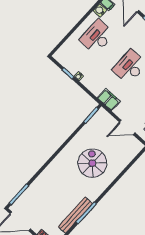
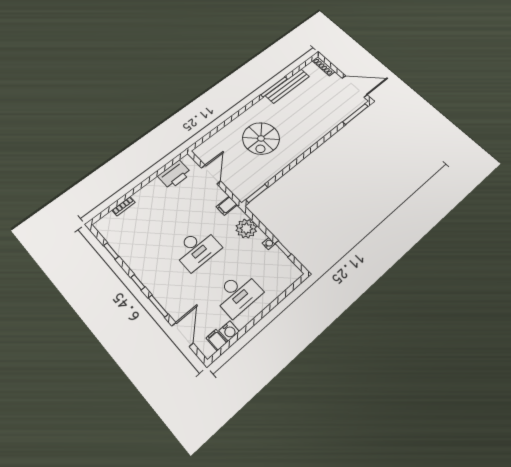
plant: (96, 86) -> (246, 229), added
filing cabinet: (109, 100) -> (227, 206), width x0.50
door: (127, 127) -> (211, 175), hinge flipped

